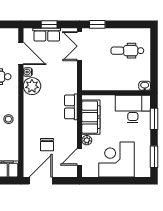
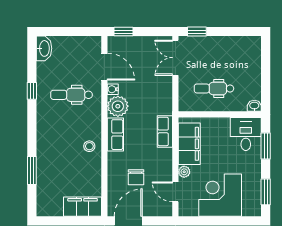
window: (49, 24) -> (123, 32), moved
row of seats: (47, 35) -> (115, 135), moved, turned -90
dental chair: (127, 51) -> (214, 89), moved
desk: (133, 109) -> (246, 134), width x0.73
door: (80, 157) -> (175, 192), hinge flipped

